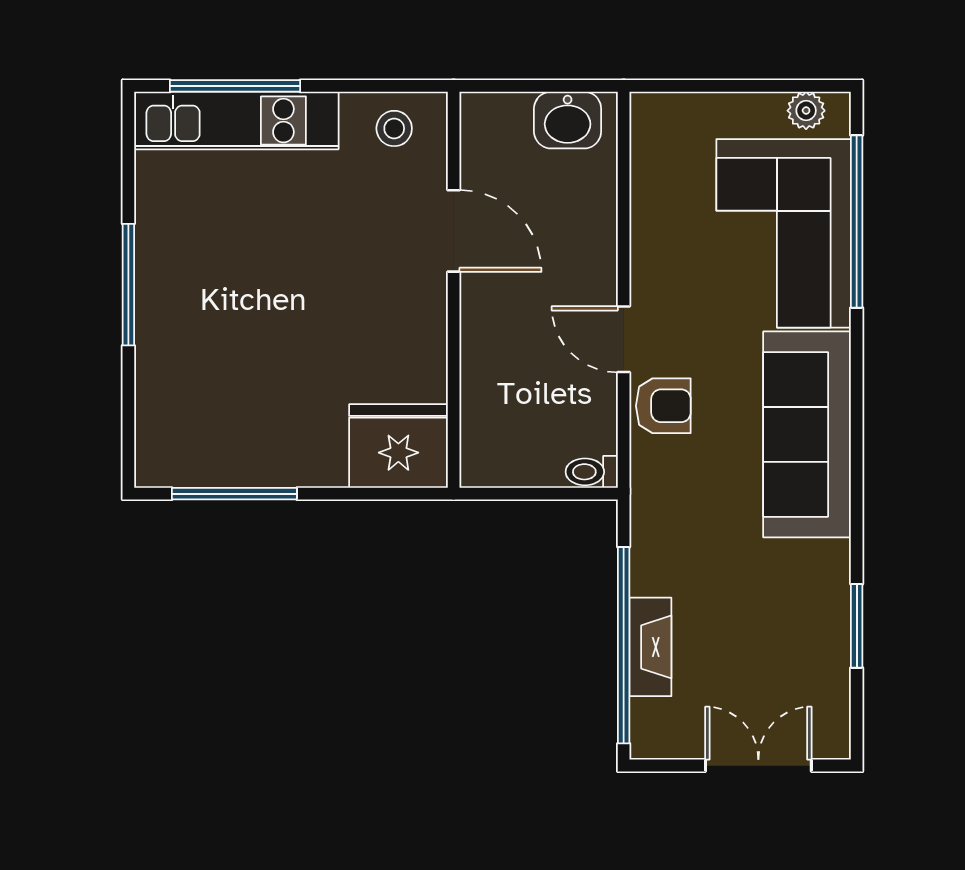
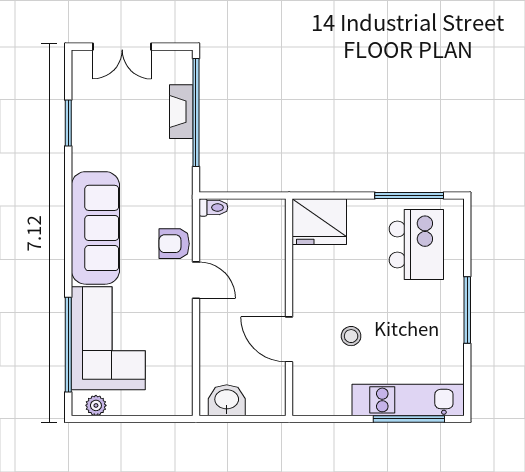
stool: (394, 128) -> (351, 336), moved
kitchen island: (221, 404) -> (416, 245), added

